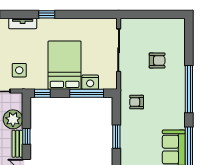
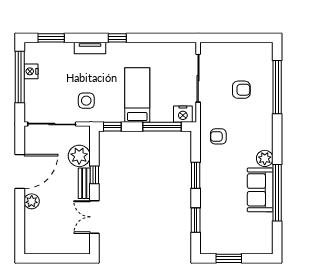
bed: (65, 65) -> (137, 95), width x0.67
nightstand: (90, 82) -> (183, 114), moved
window: (189, 89) -> (277, 87), moved
plant: (178, 122) -> (265, 158), added

